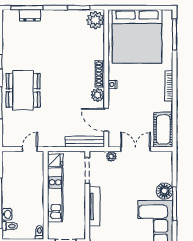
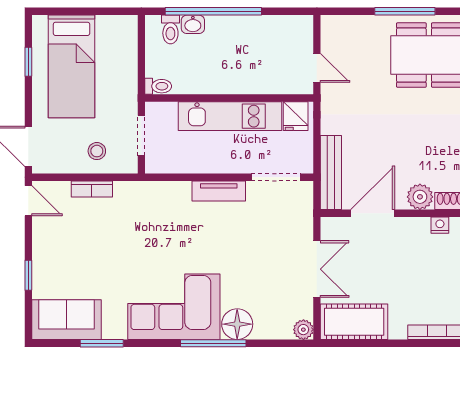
plant: (111, 156) -> (303, 330), moved
tv unit: (95, 206) -> (219, 191), width x0.71

